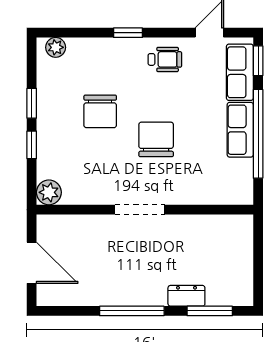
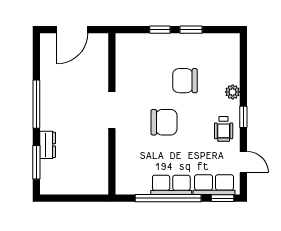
window: (128, 33) -> (243, 117), moved
plant: (56, 47) -> (233, 92), moved
plant: (49, 192) -> (125, 42), removed

